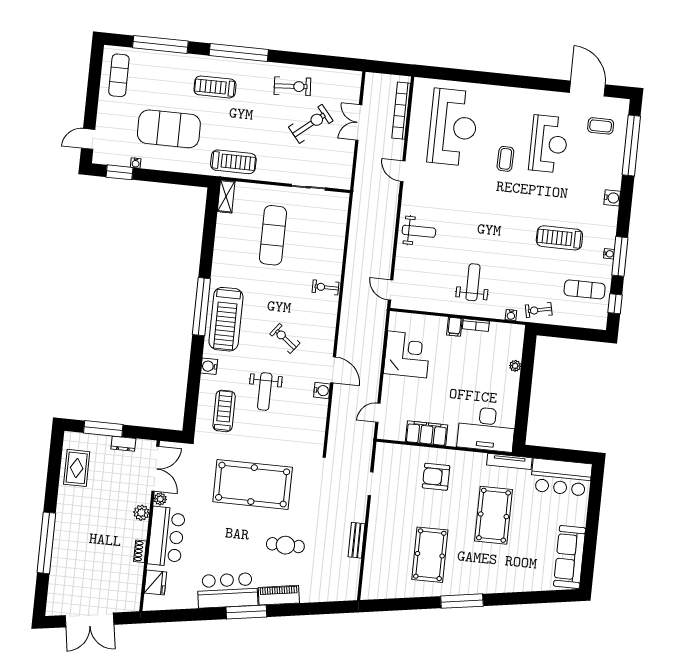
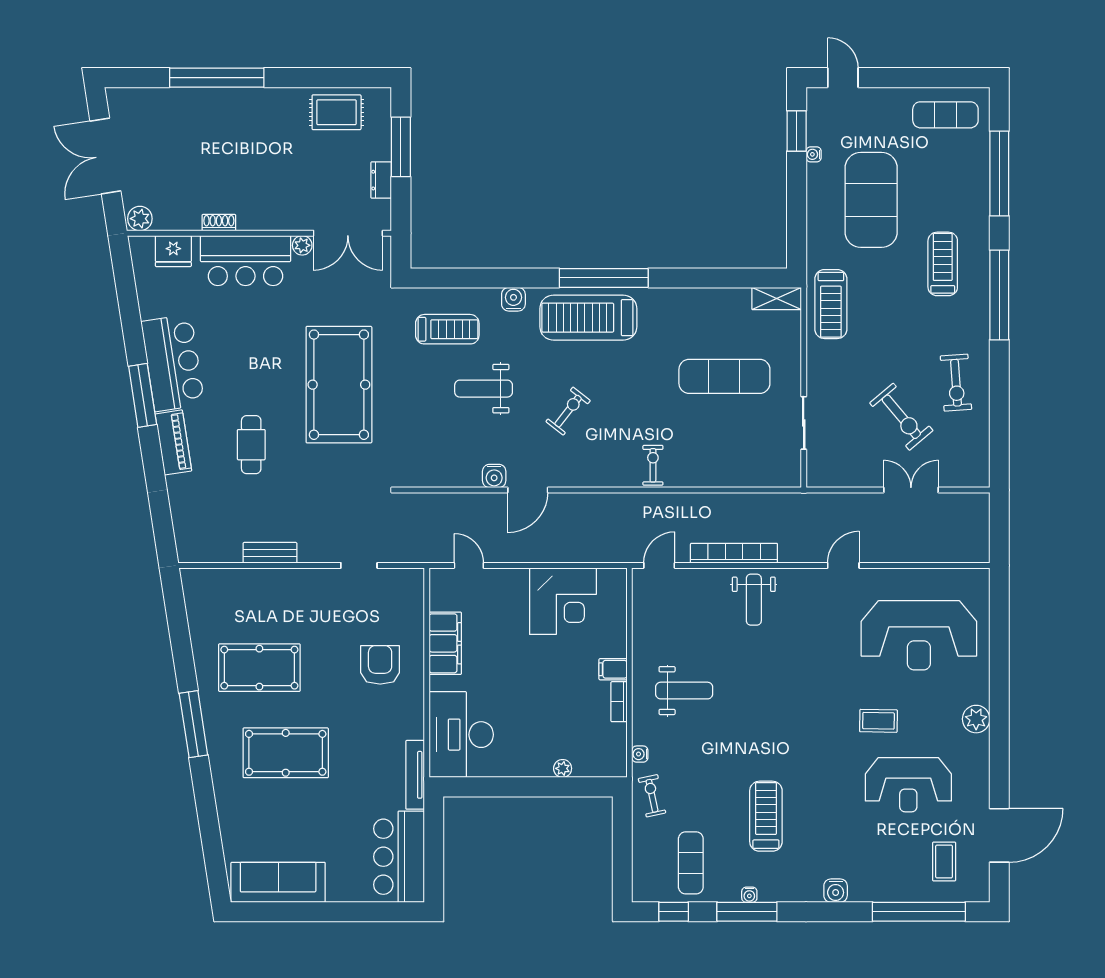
plant: (511, 96) -> (976, 719), added
bookcase: (401, 111) -> (734, 553), moved
plant: (141, 513) -> (140, 219), moved
pool table: (494, 515) -> (286, 753), moved

